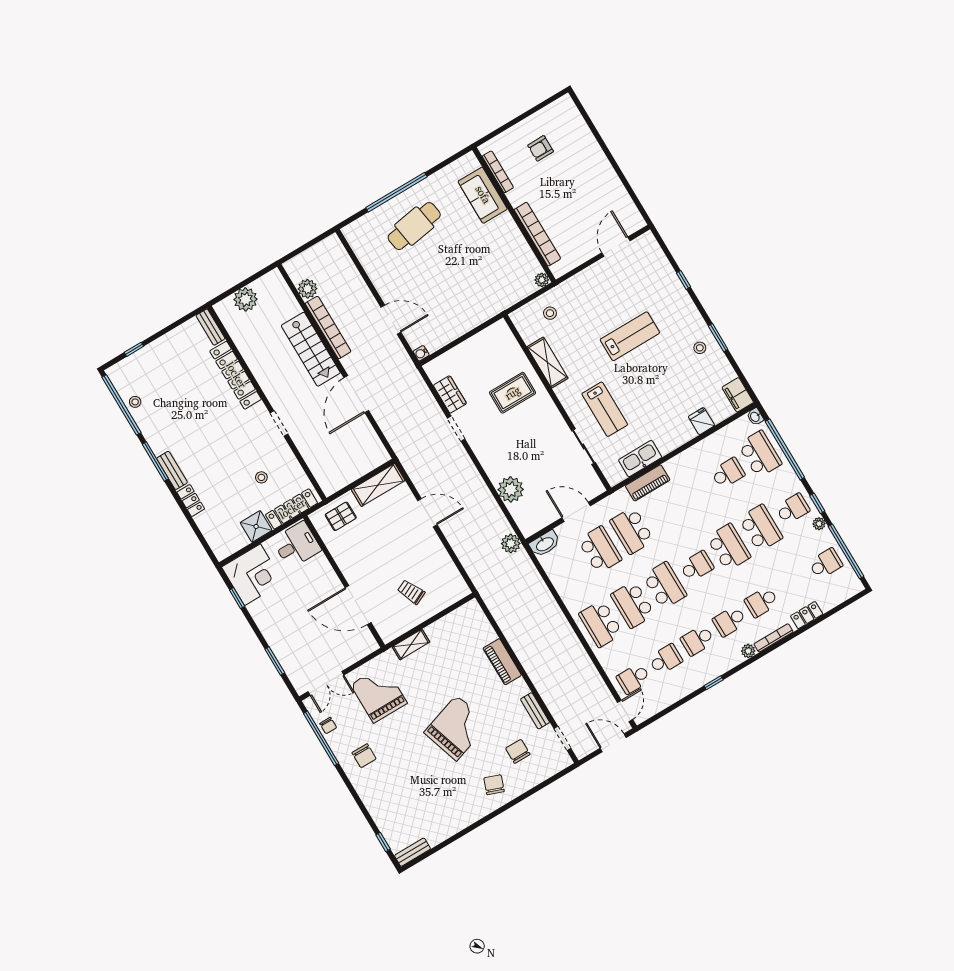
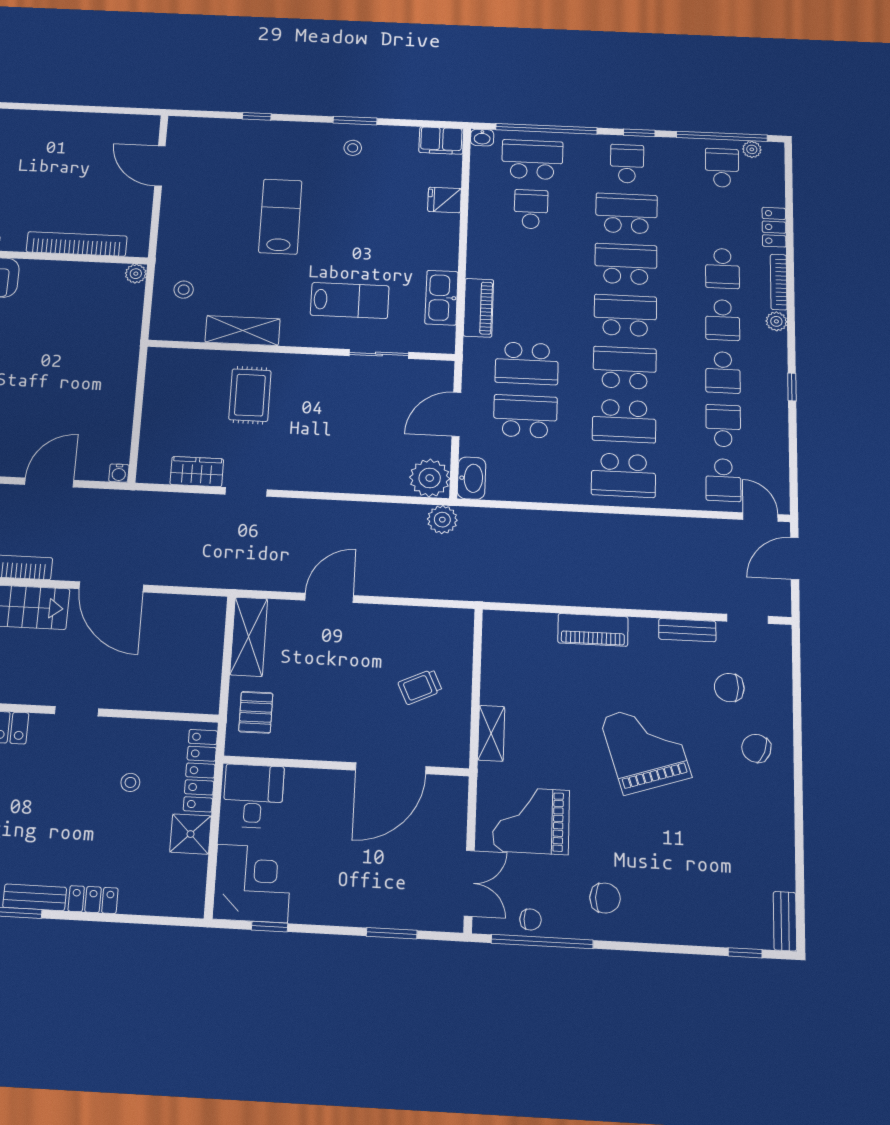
plant: (511, 489) -> (430, 478), moved
plant: (819, 524) -> (752, 149), moved
school desk: (697, 566) -> (625, 315), width x1.85

